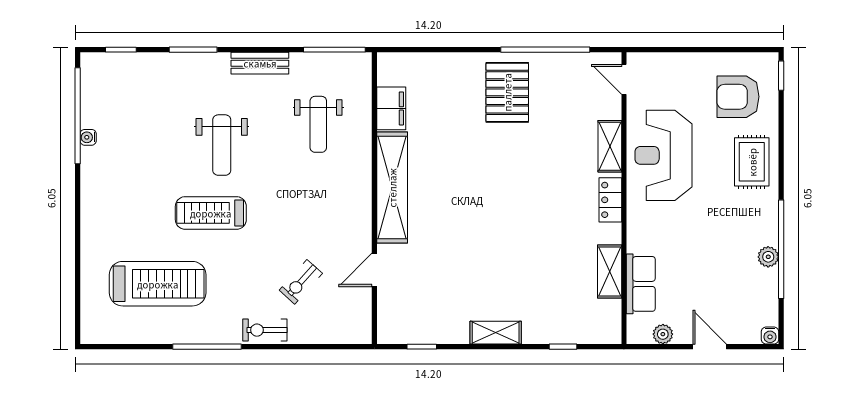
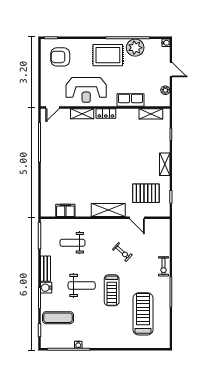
water cooler: (217, 65) -> (46, 288), added
exercise mat: (149, 92) -> (58, 318), added
pallet: (507, 92) -> (146, 193), moved
armchair: (738, 97) -> (60, 57), turned 90
weight bench: (318, 124) -> (72, 243), turned 180
rug: (752, 162) -> (108, 55), moved, width x1.36, depth x1.43
shelving: (392, 188) -> (108, 210), width x0.68
plant: (768, 257) -> (135, 48), width x1.88, depth x1.88
shelving: (610, 272) -> (151, 114), moved
exercise bike: (301, 282) -> (122, 252), moved
row of seats: (641, 284) -> (131, 100), moved
door: (710, 347) -> (171, 70), swing flipped

